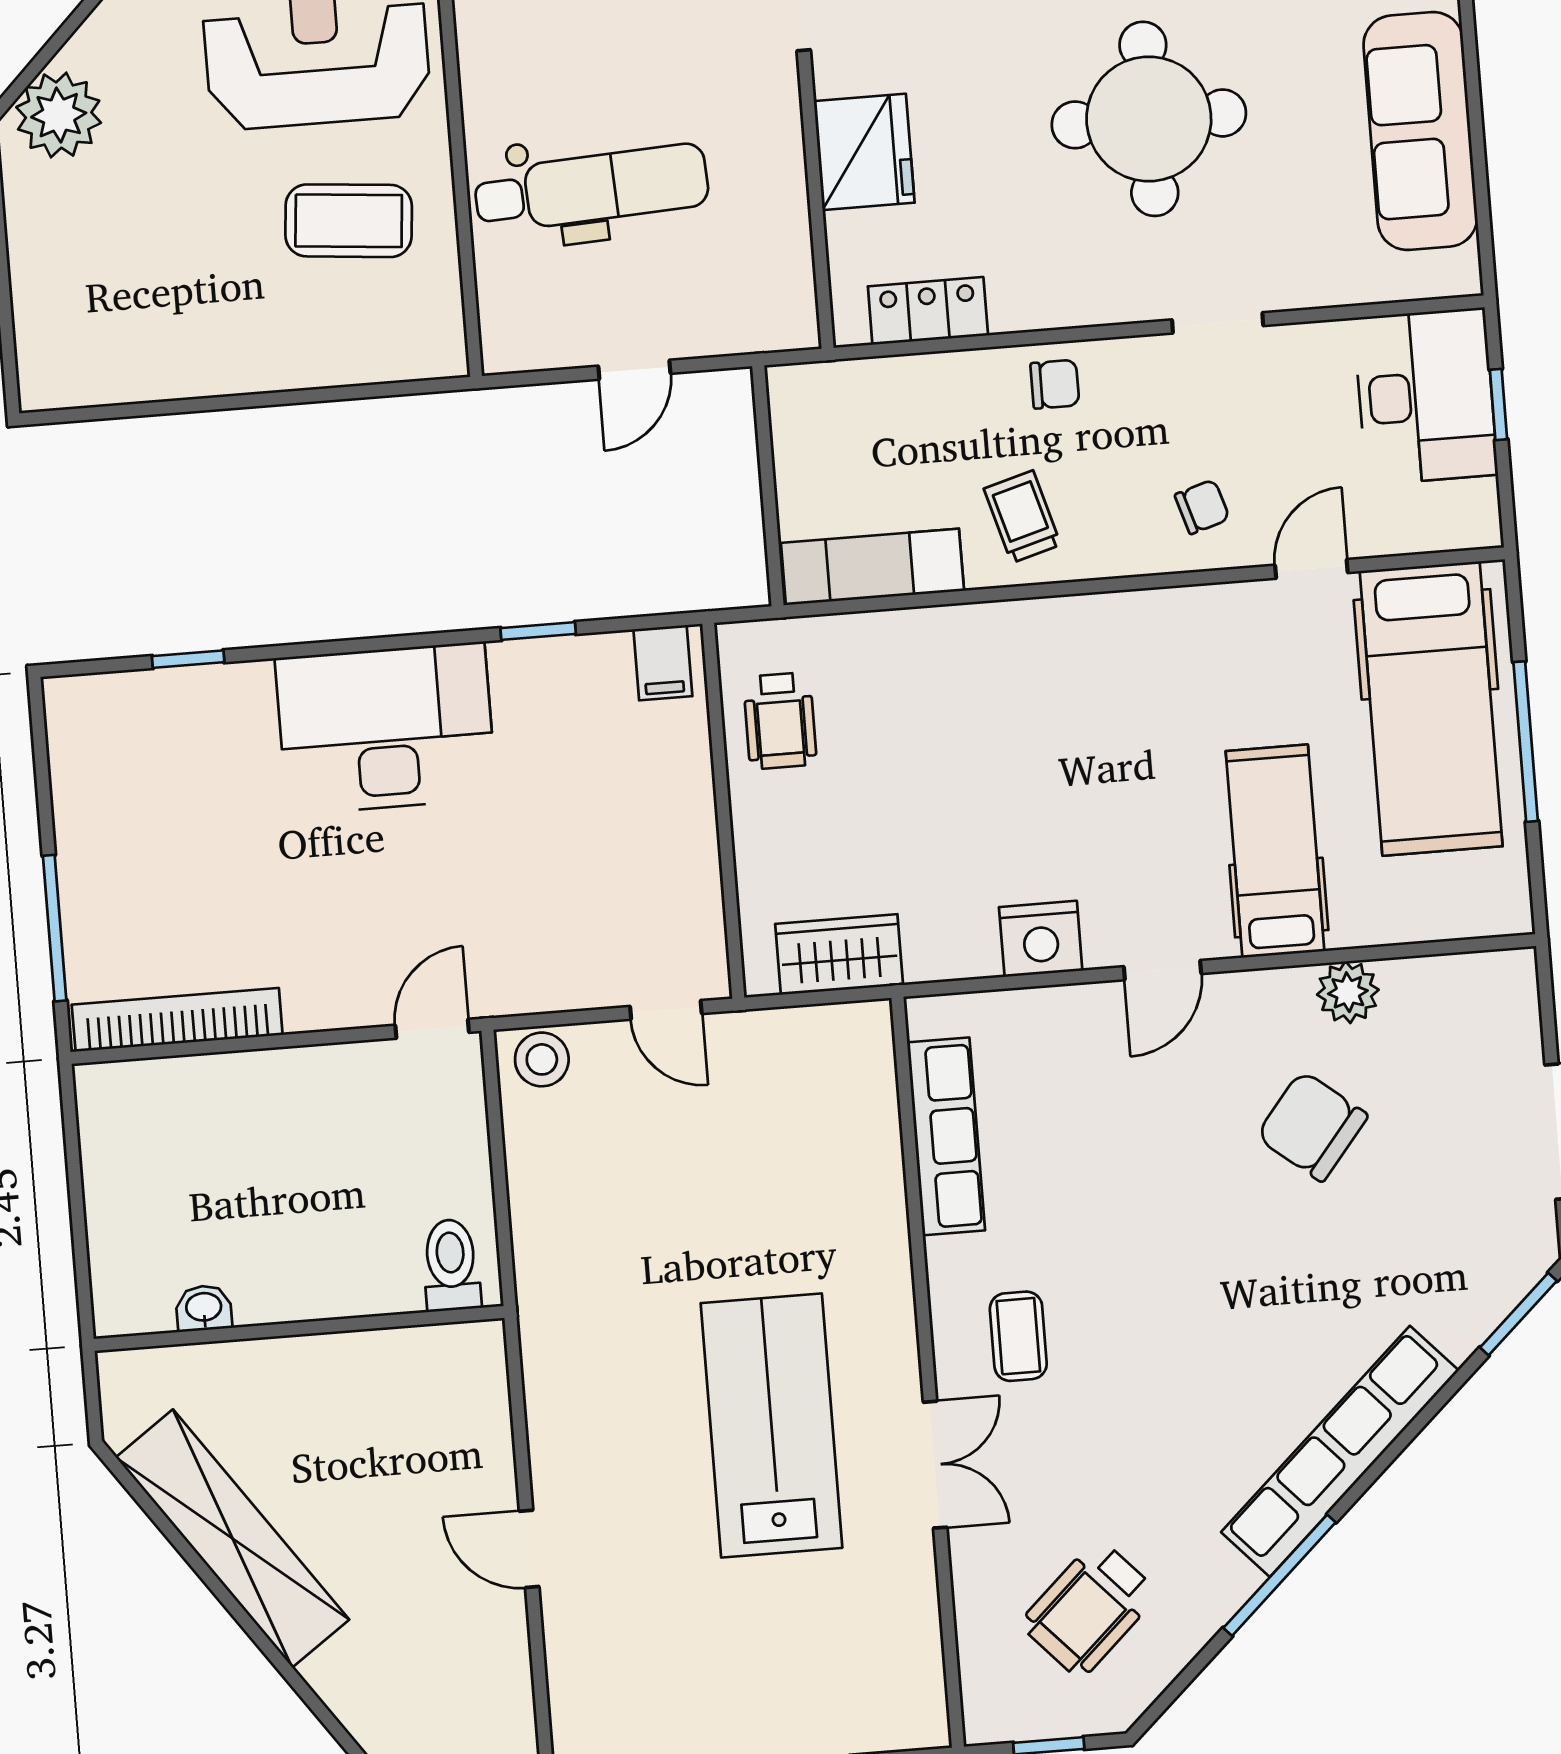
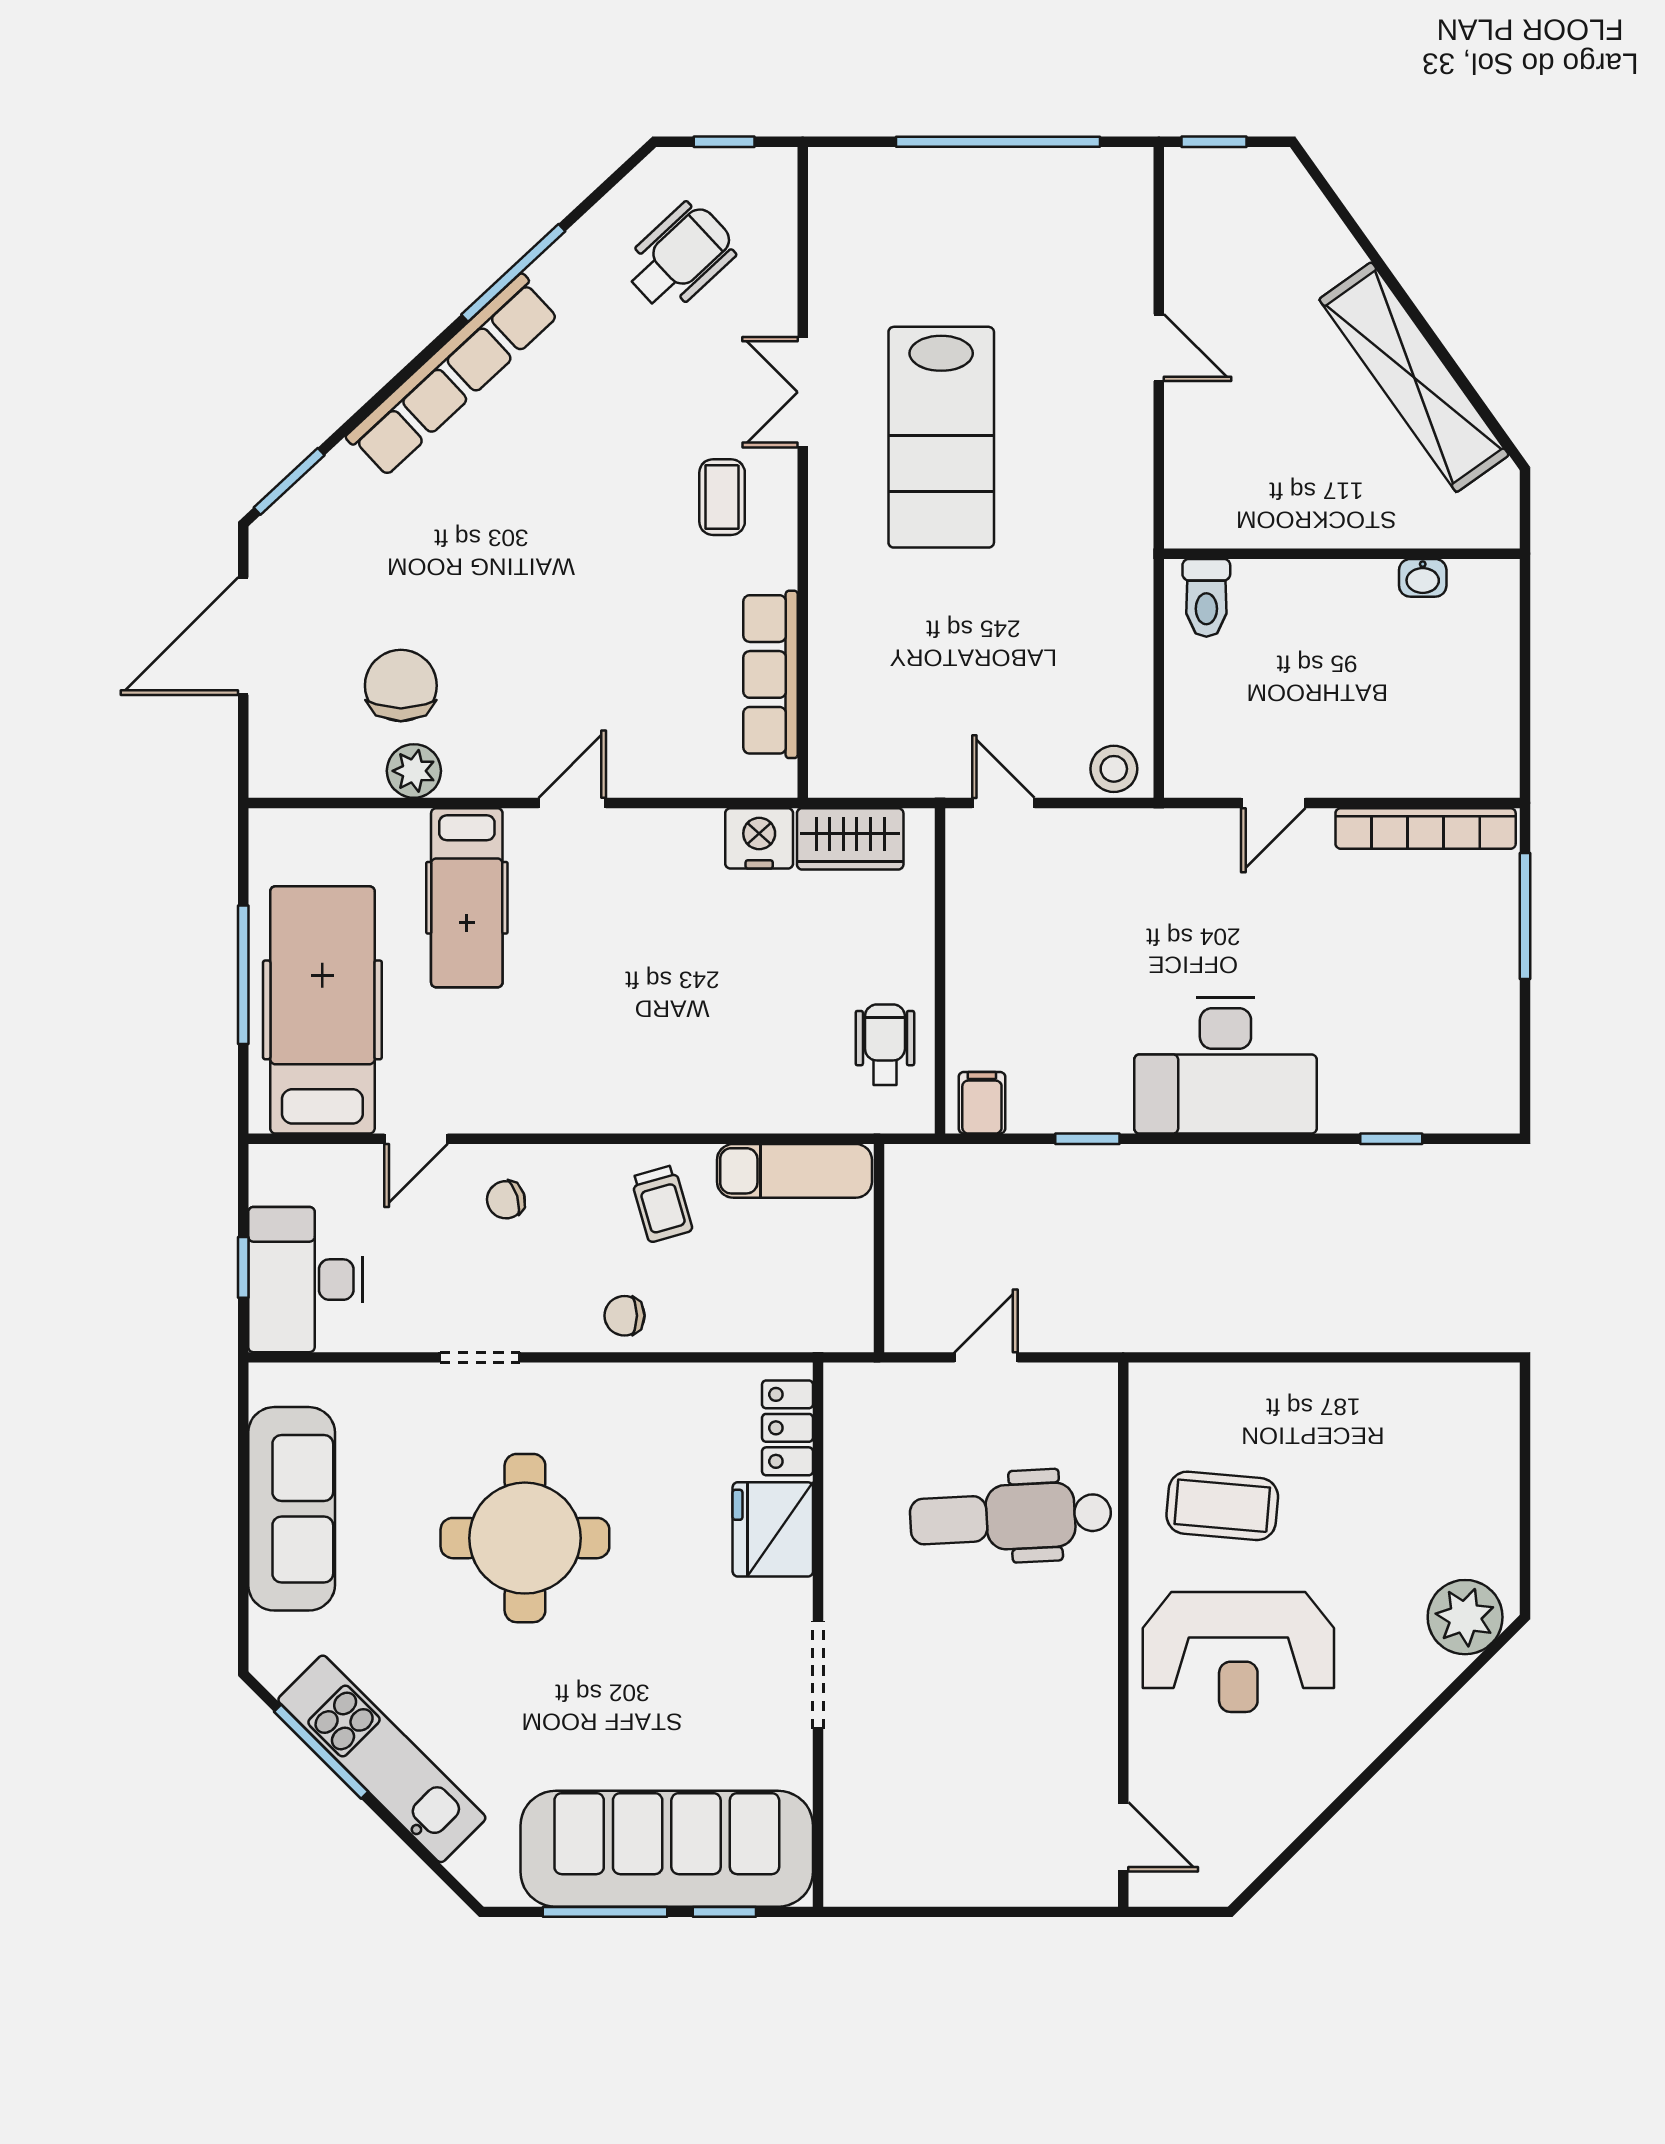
locker: (928, 311) -> (788, 1428), moved, turned 90
nightstand: (1041, 939) -> (759, 838), moved
door: (432, 1029) -> (1273, 803), moved
chair: (1312, 1126) -> (401, 686), moved, turned -129

